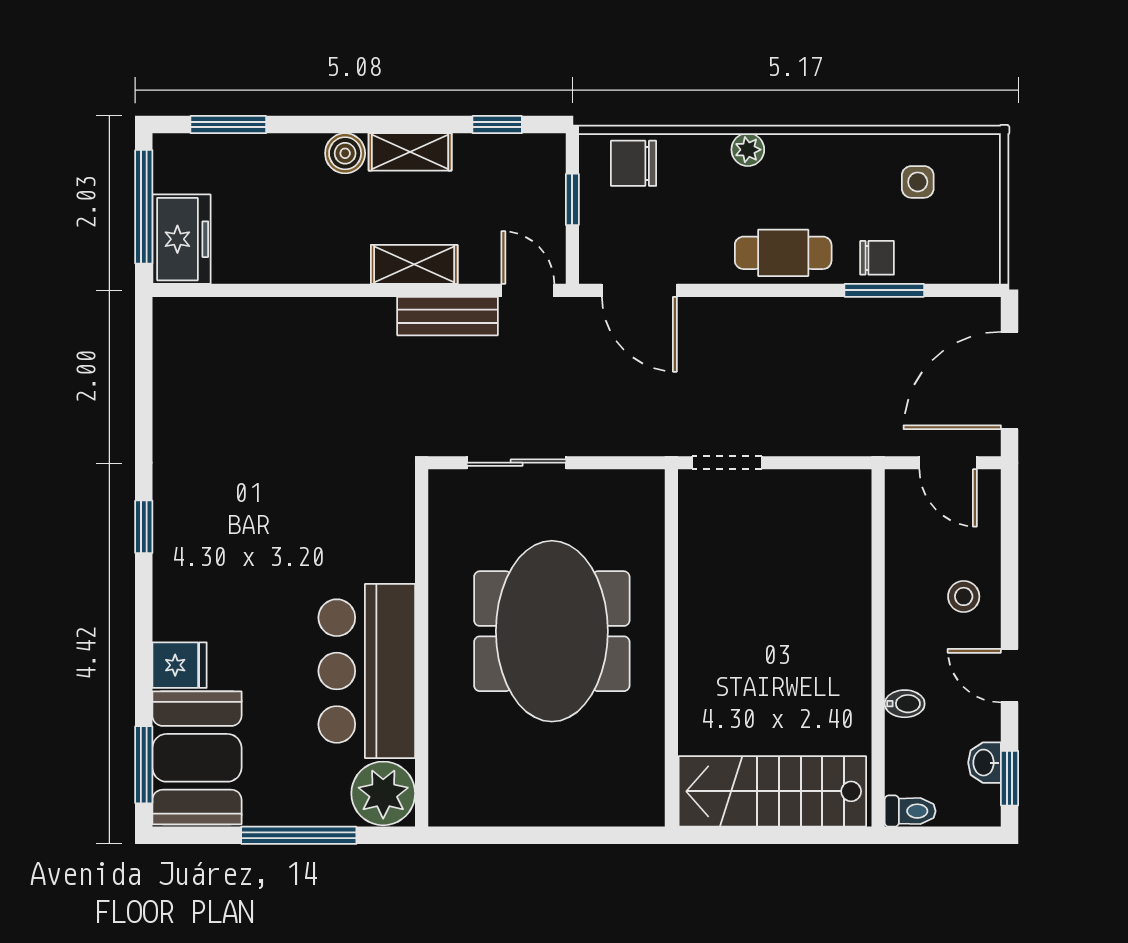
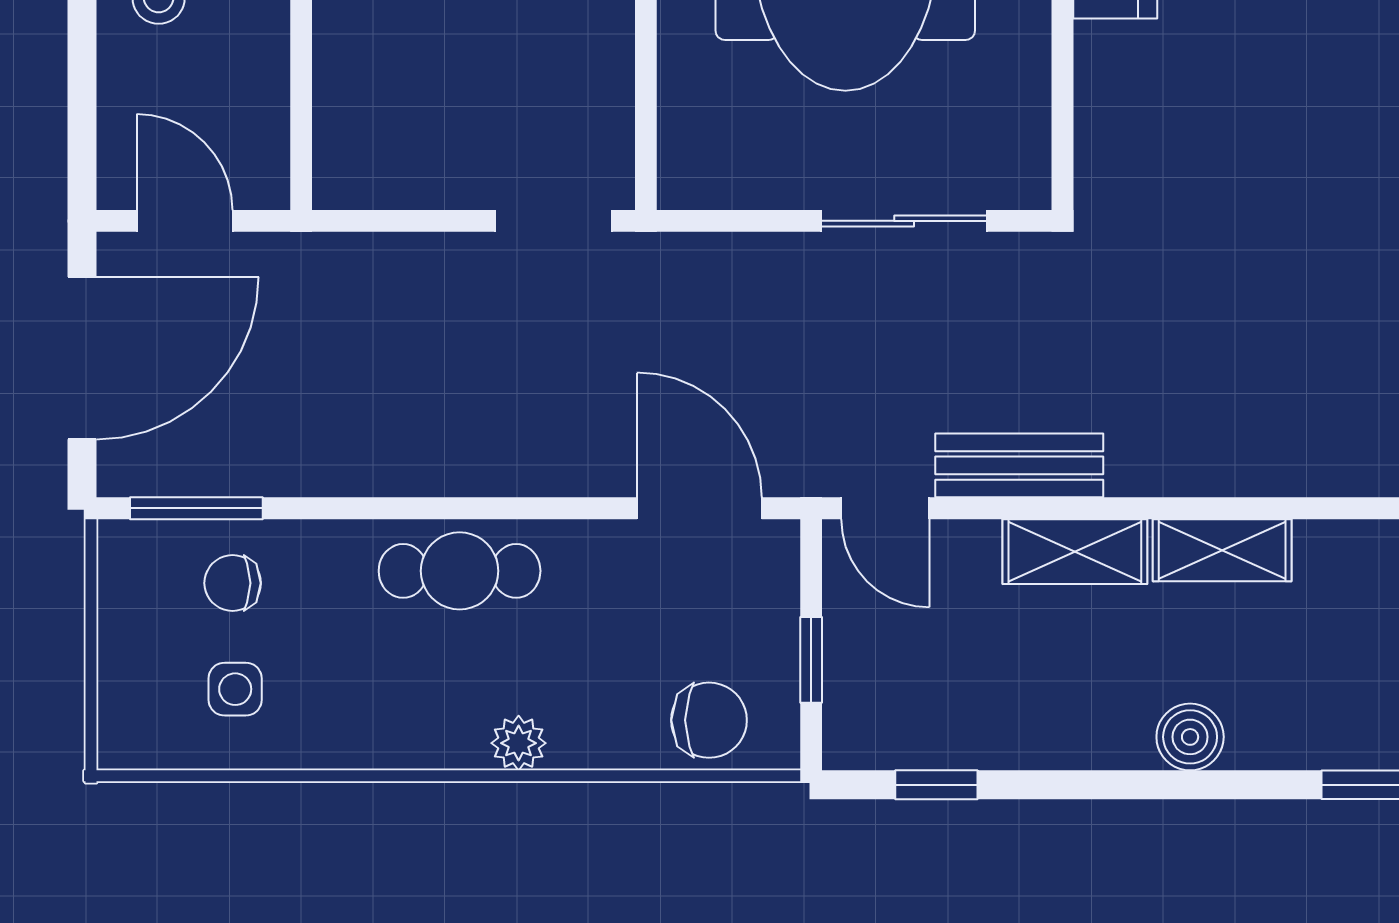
shelving: (410, 152) -> (1222, 550), moved
chair: (877, 258) -> (233, 583), moved
window: (884, 290) -> (196, 508), moved

